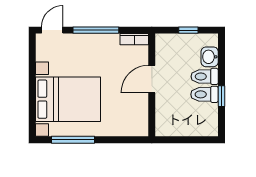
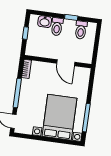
door: (152, 79) -> (66, 63), moved
toilet: (205, 94) -> (81, 30), moved

